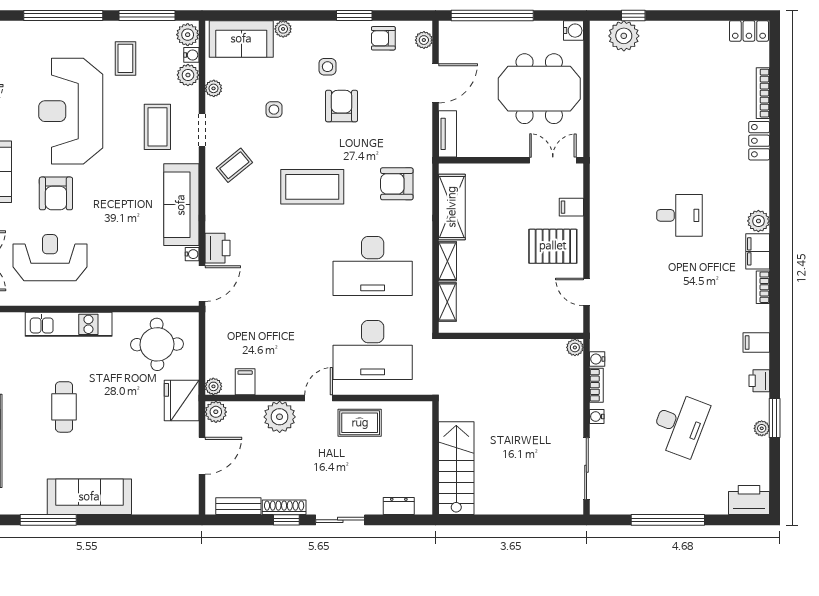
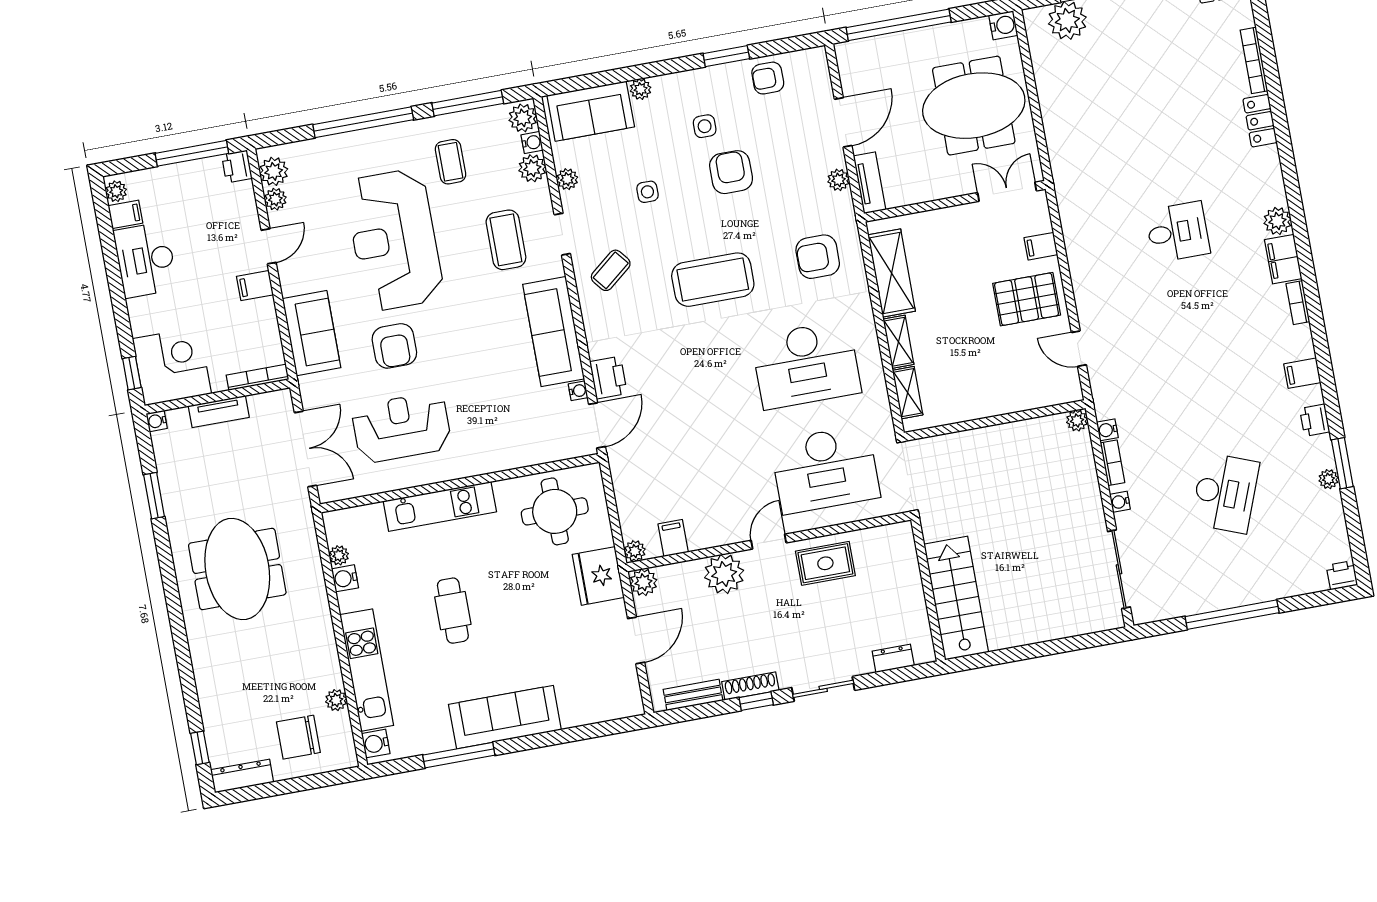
plant: (424, 40) -> (839, 180), moved
printer: (749, 500) -> (1342, 575), width x0.53, depth x0.68

